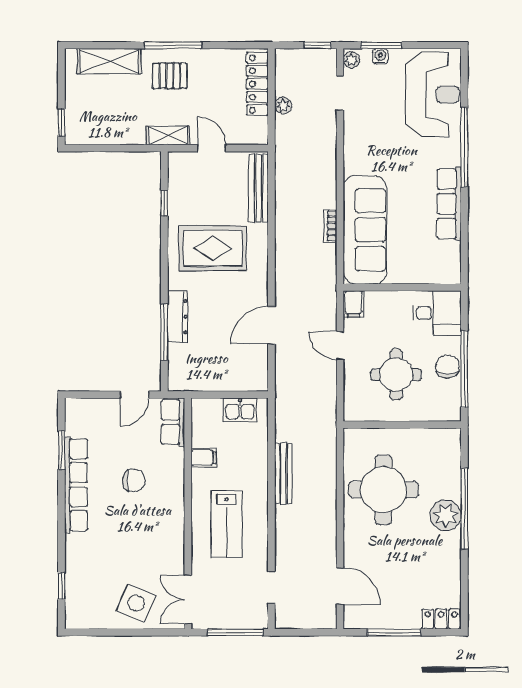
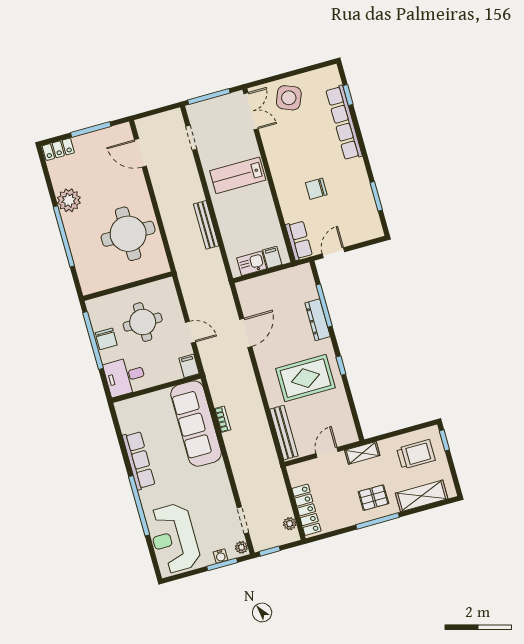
plant: (283, 106) -> (290, 524), moved
trolley: (102, 115) -> (416, 454), added
door: (212, 148) -> (327, 452), swing flipped
window: (164, 203) -> (341, 366), moved
filing cabinet: (204, 458) -> (272, 257), moved, turned 90
row of seats: (76, 485) -> (344, 123), moved
plant: (446, 515) -> (69, 200), moved
lab bench: (227, 524) -> (238, 175), turned -90

